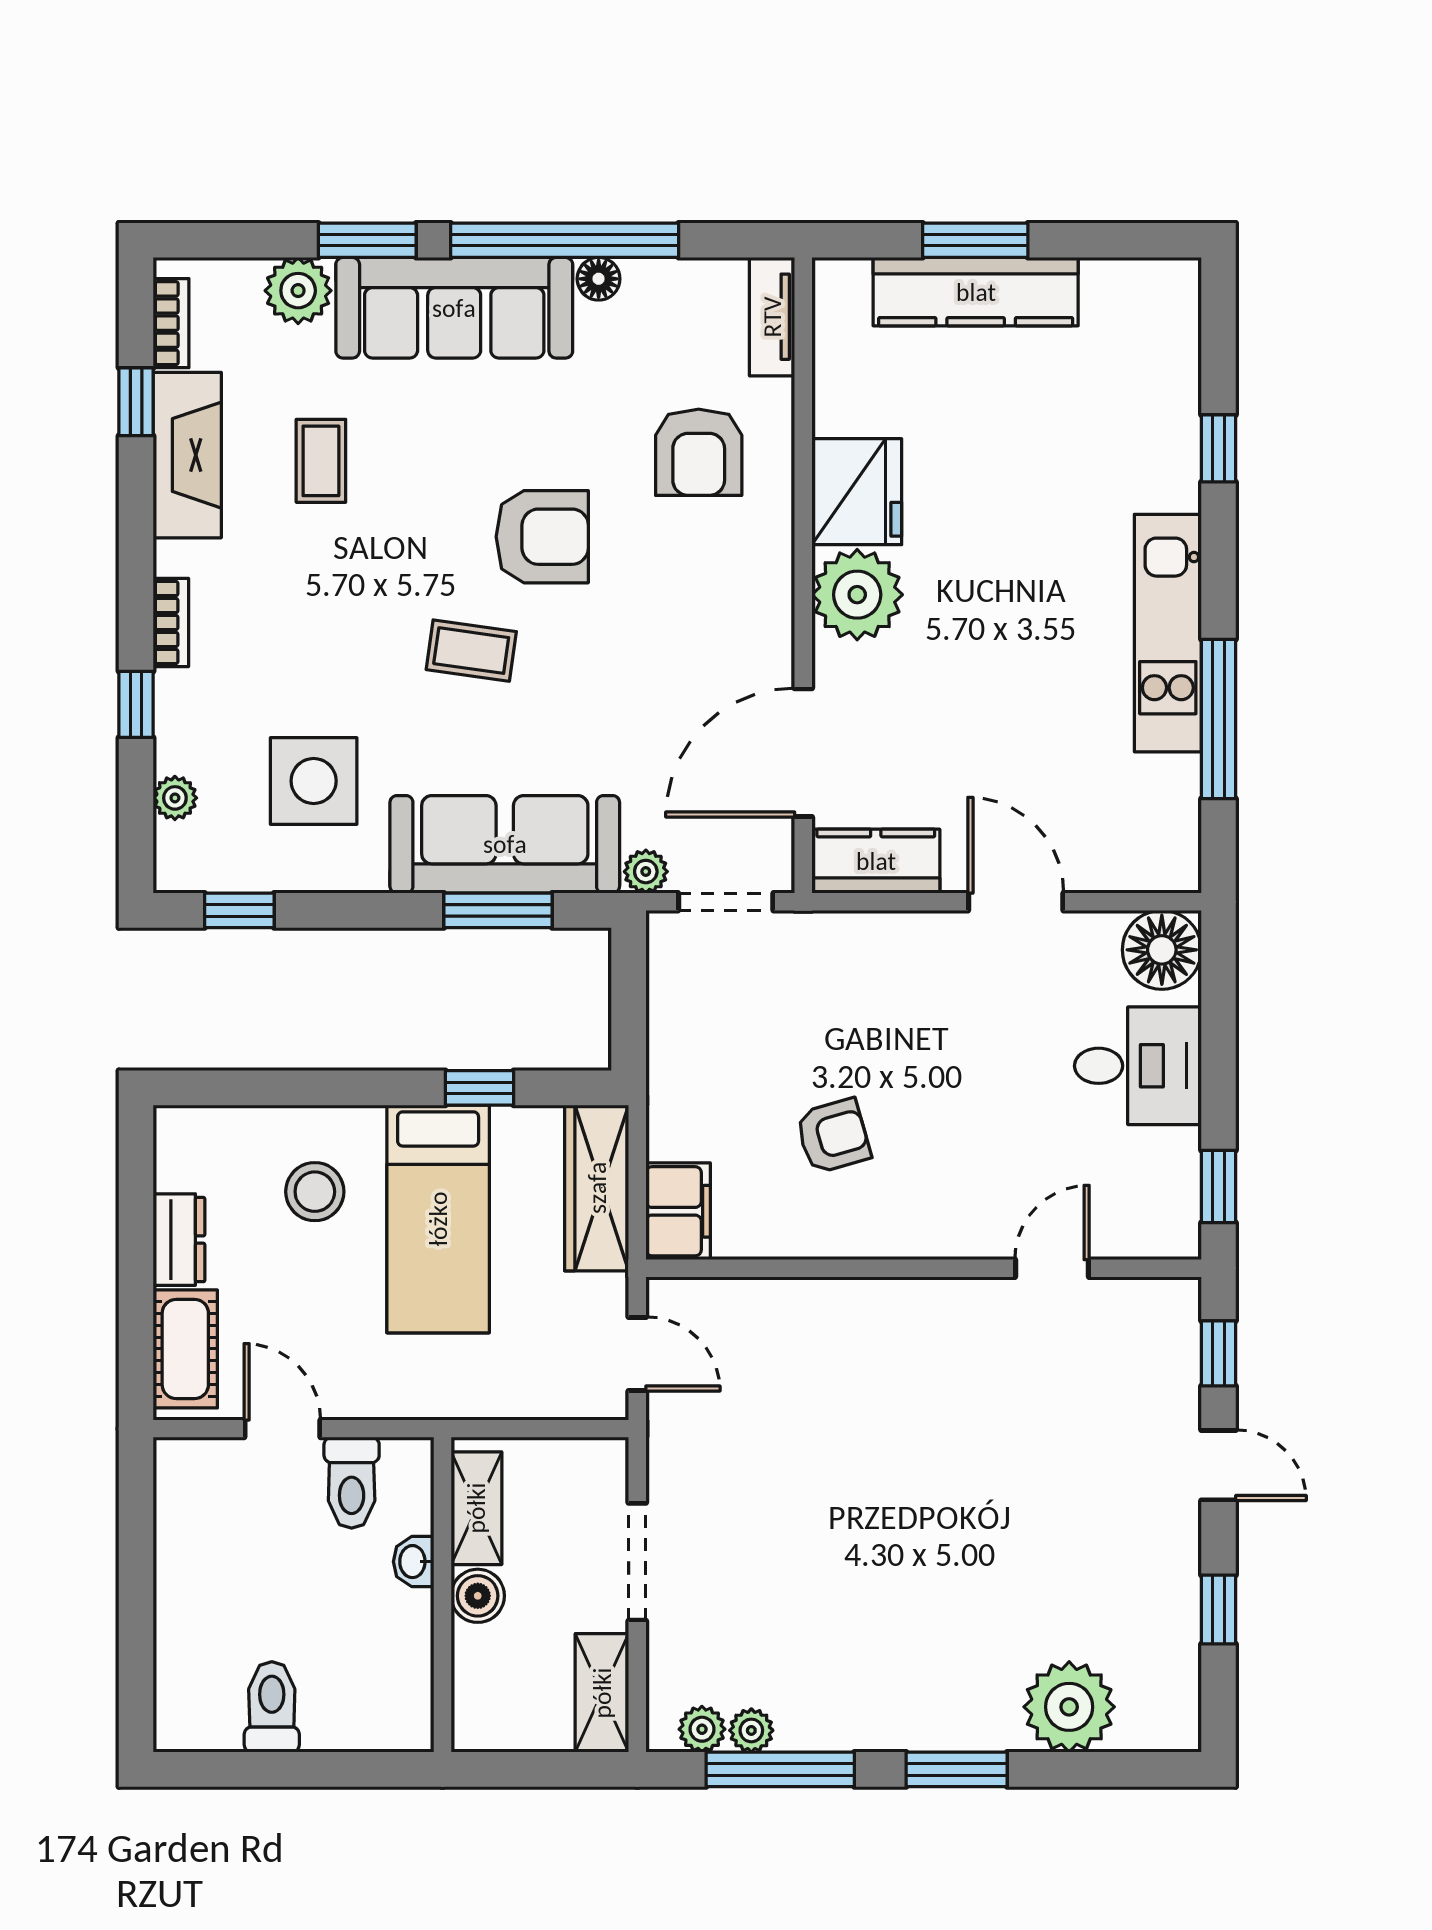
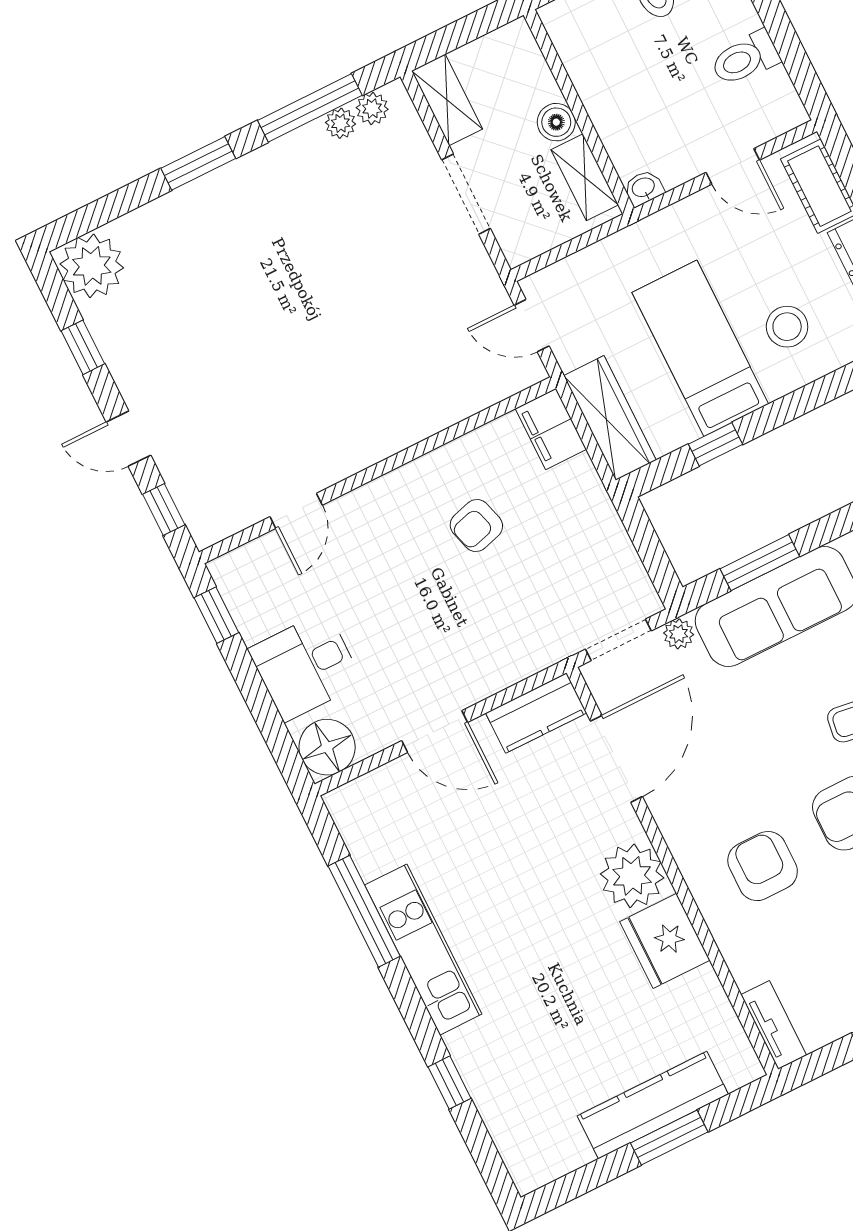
armchair: (699, 452) -> (763, 866), moved
toilet: (352, 1483) -> (745, 58), moved, turned -90
washbasin: (414, 1562) -> (644, 188), moved, turned -90
plant: (1069, 1707) -> (92, 266), moved

